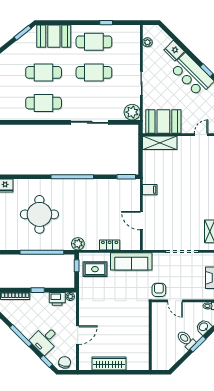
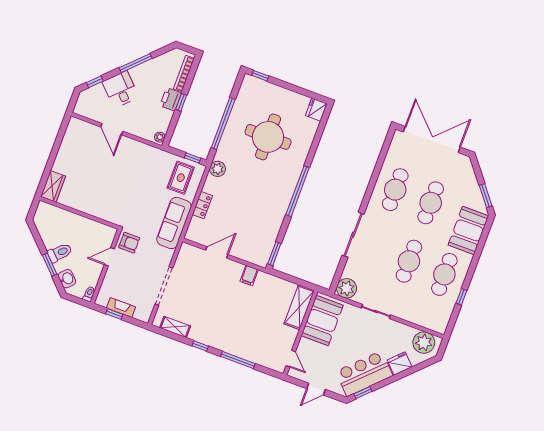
plant: (147, 42) -> (424, 343), width x1.87, depth x1.87
printer: (57, 299) -> (171, 99), moved
chair: (65, 362) -> (86, 102), removed
wardrobe: (109, 364) -> (53, 186), moved, width x0.67

